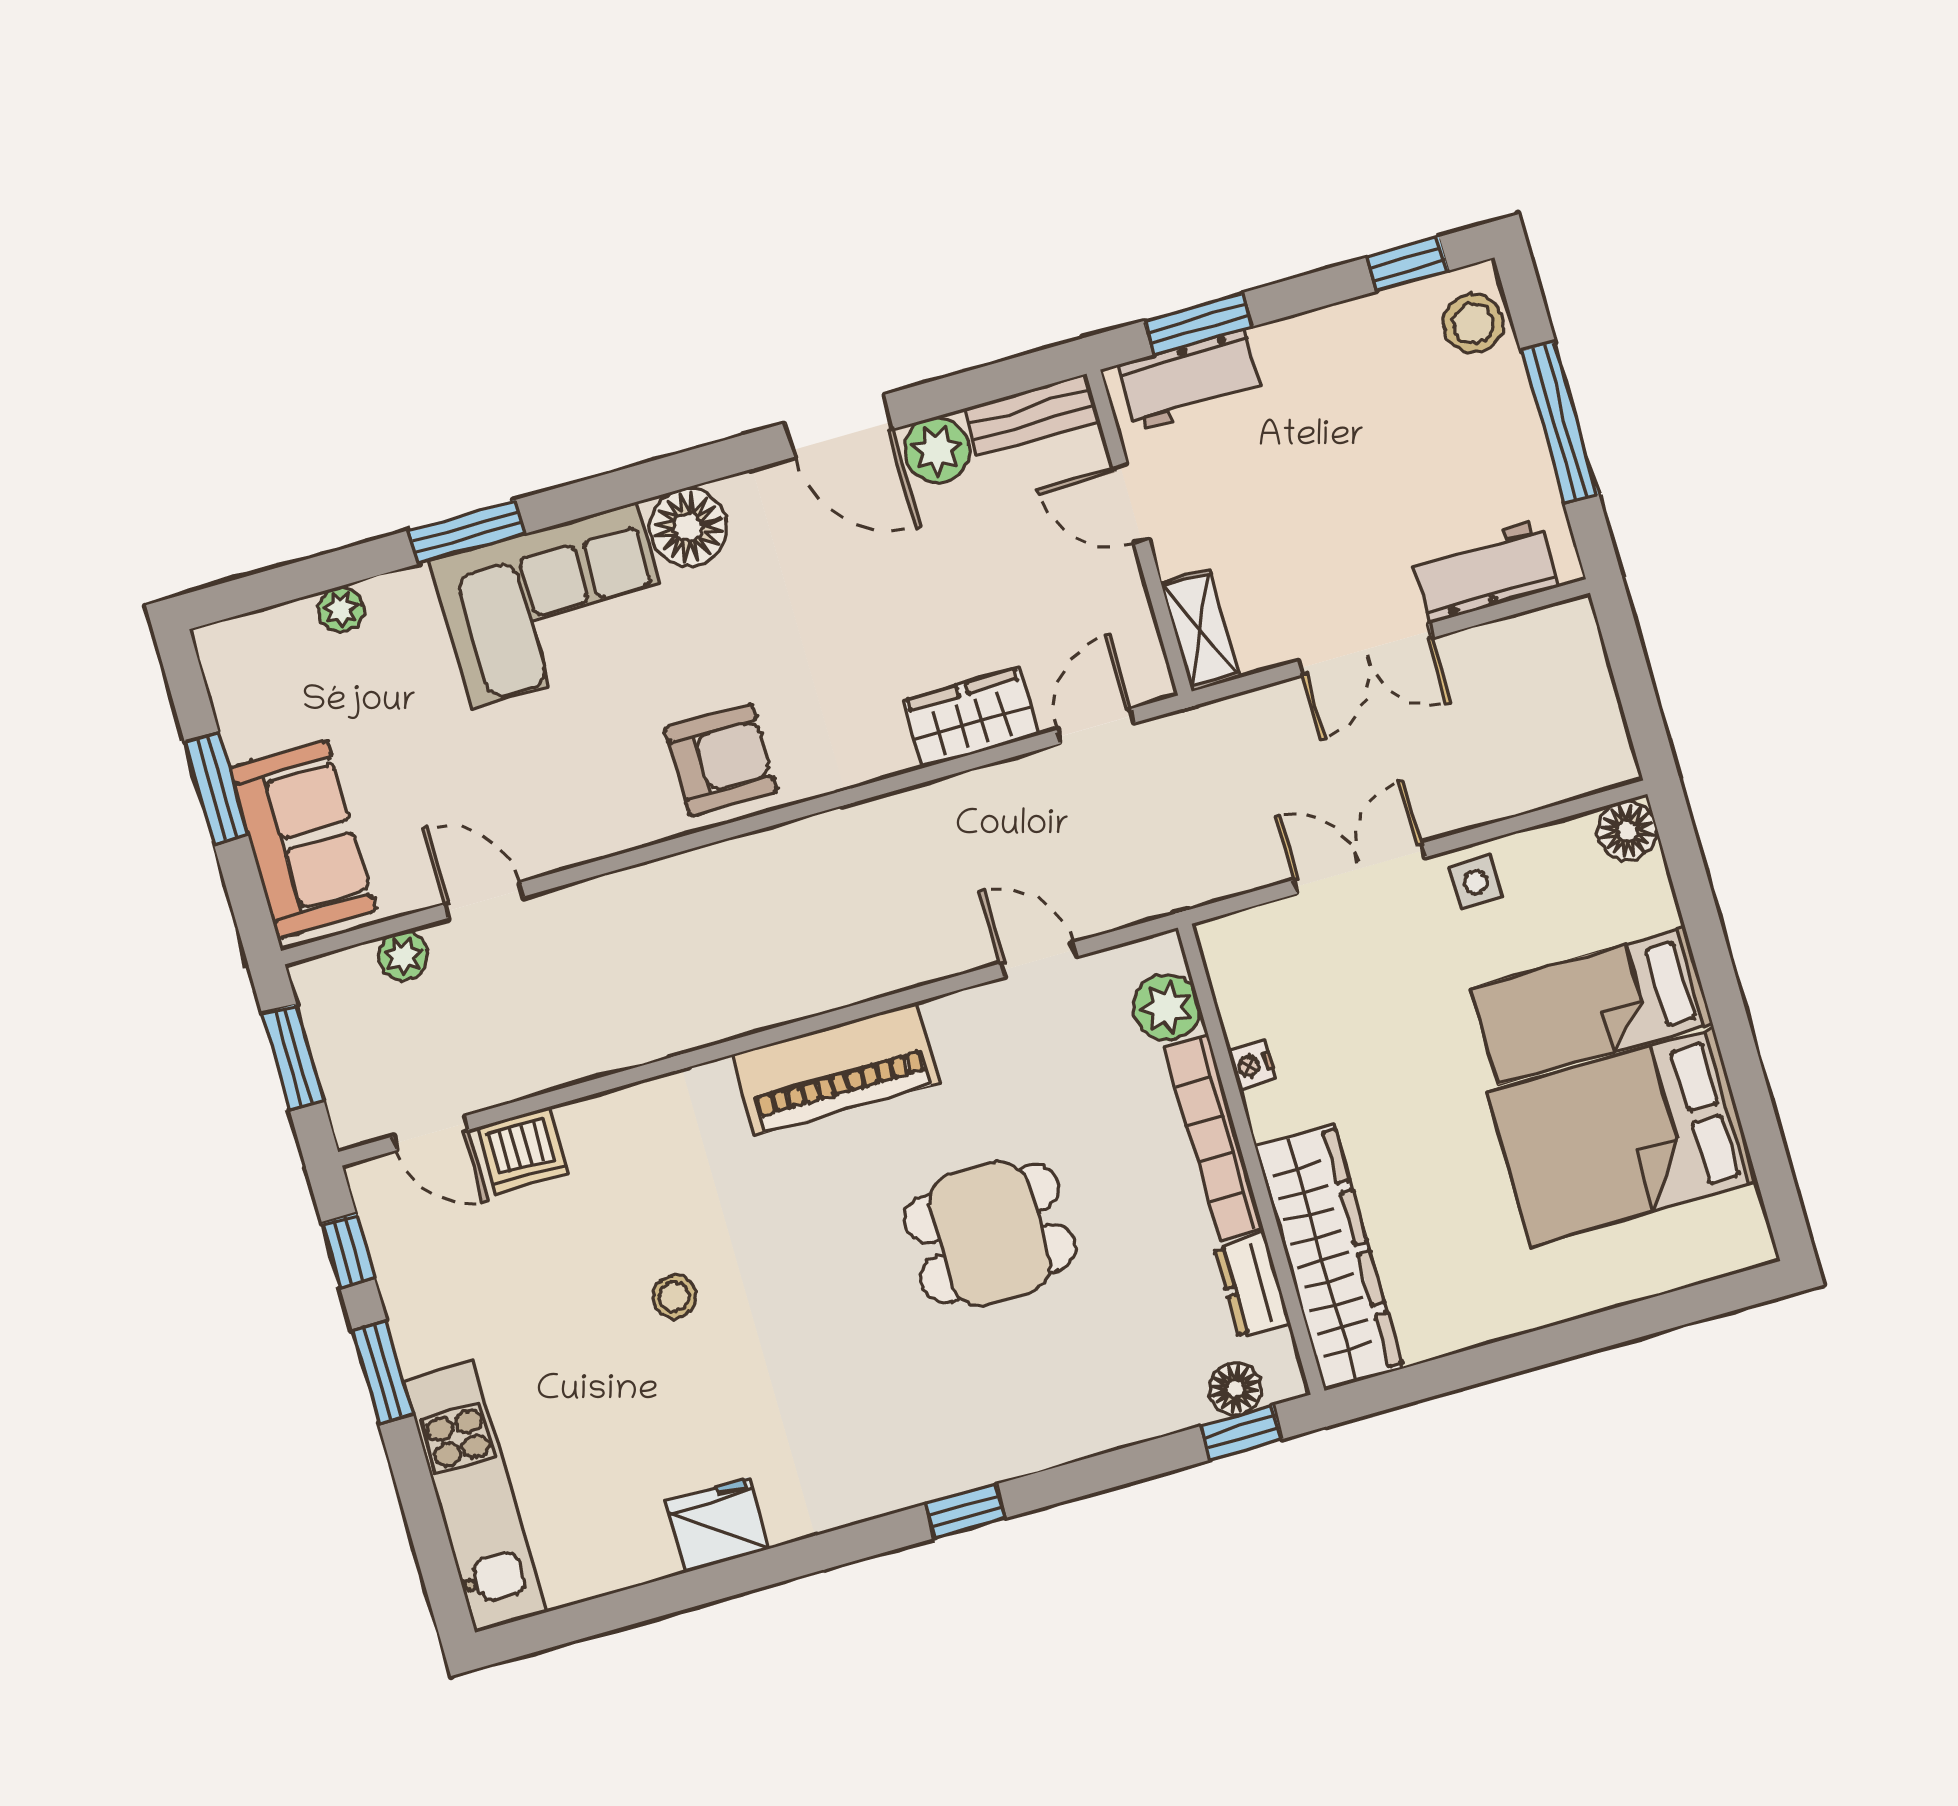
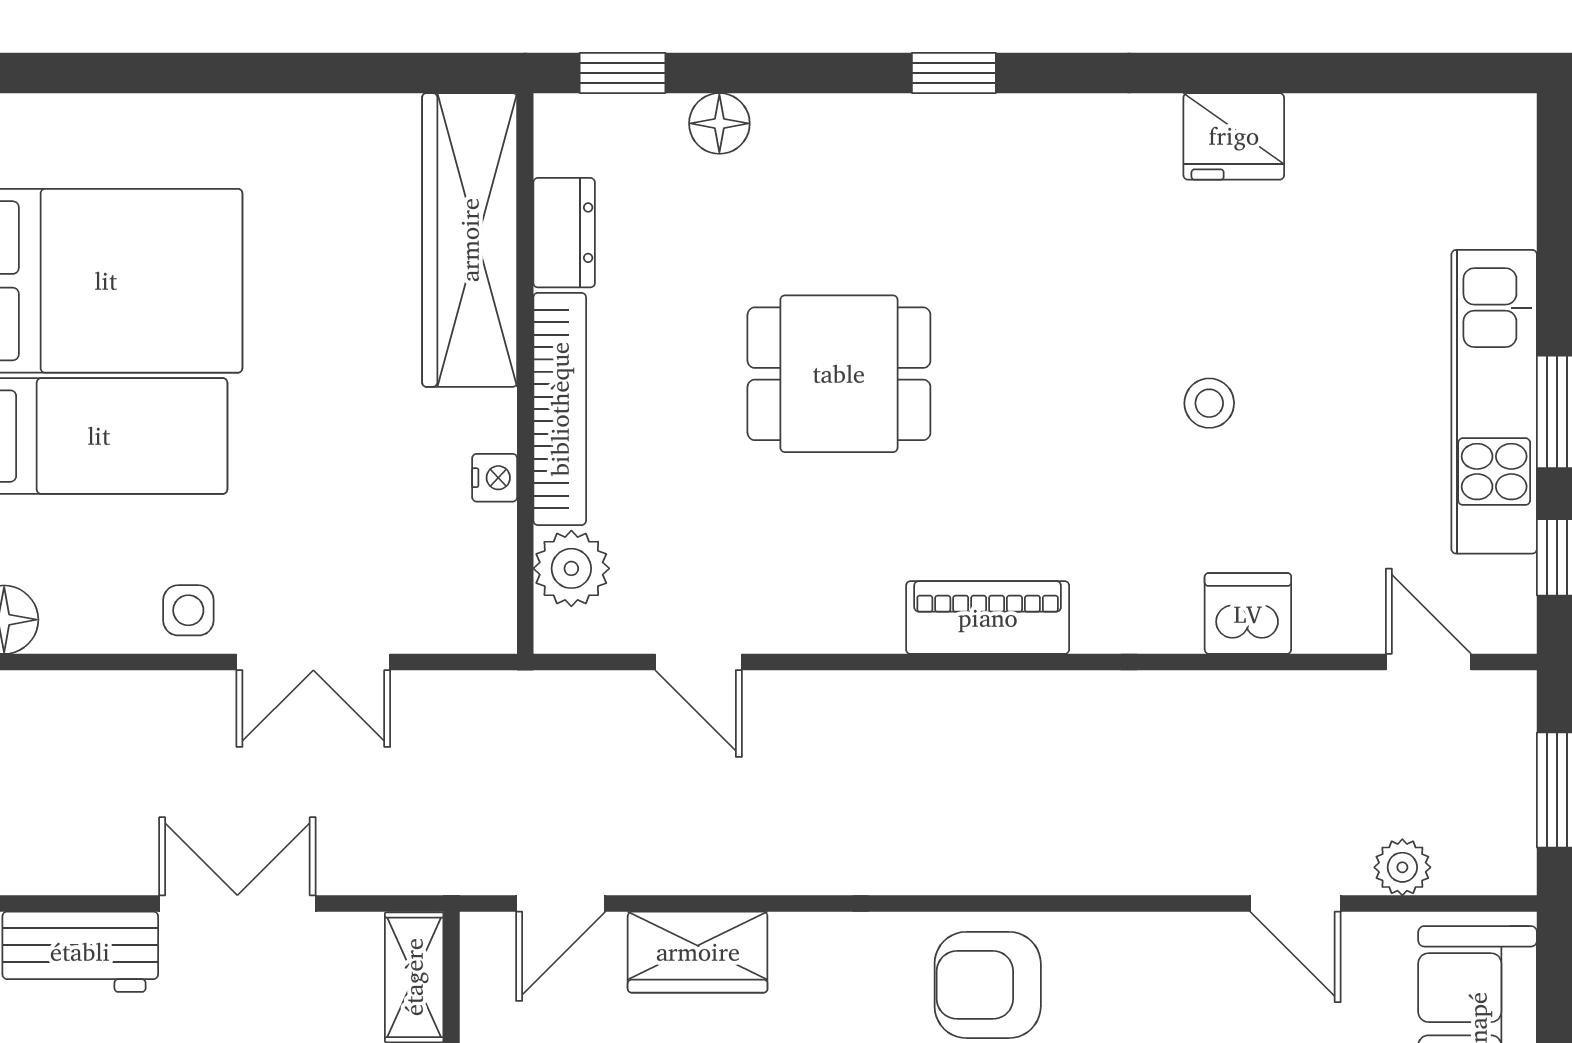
piano: (836, 1069) -> (988, 618), width x0.73, depth x0.75
dishwasher: (522, 1151) -> (1248, 614), moved
floor lamp: (1235, 1389) -> (719, 123), moved
kitchen unit: (475, 1496) -> (1494, 402), moved

